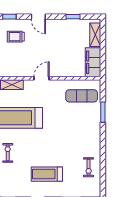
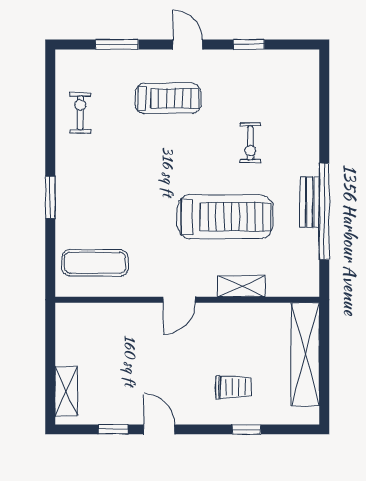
door: (38, 17) -> (159, 429), moved
filing cabinet: (93, 62) -> (71, 333), removed
window: (103, 112) -> (50, 197), moved

